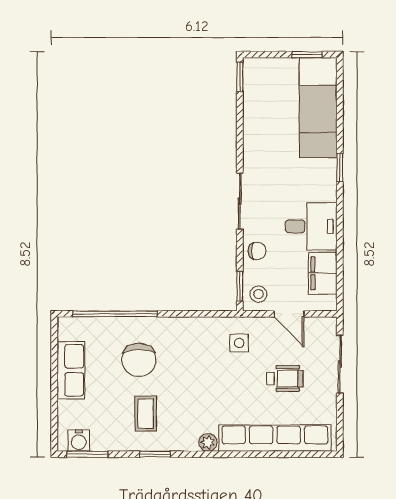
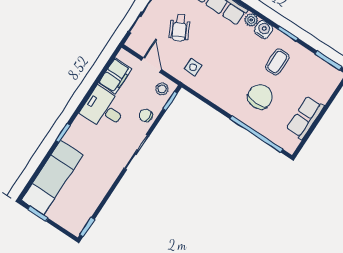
wheelchair: (285, 378) -> (180, 28), turned -117
water cooler: (79, 441) -> (264, 30), moved

